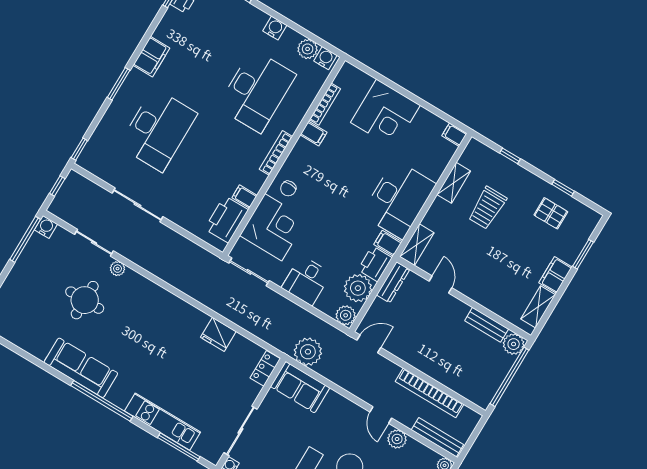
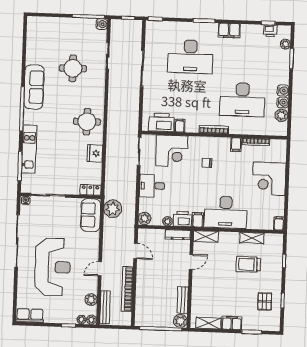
water cooler: (325, 58) -> (283, 103), moved
chair: (288, 188) -> (207, 163), moved
plant: (117, 269) -> (101, 77), removed
plant: (358, 288) -> (168, 221), width x0.53, depth x0.53
round table: (169, 321) -> (87, 122), added
door: (369, 344) -> (136, 251), moved
plant: (397, 439) -> (91, 300), moved

